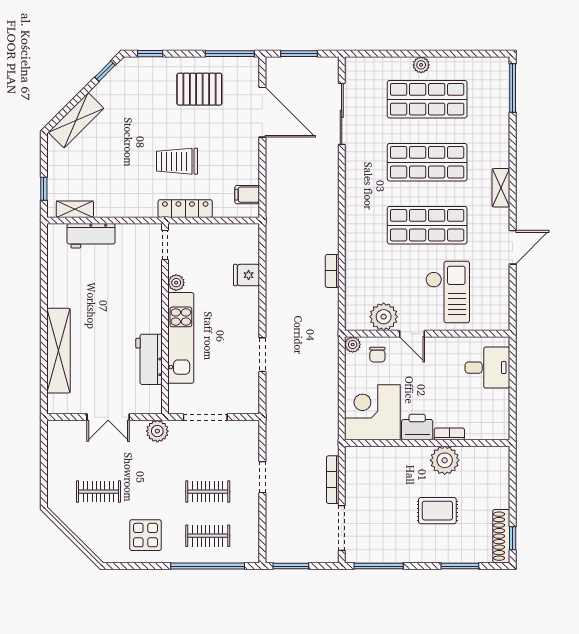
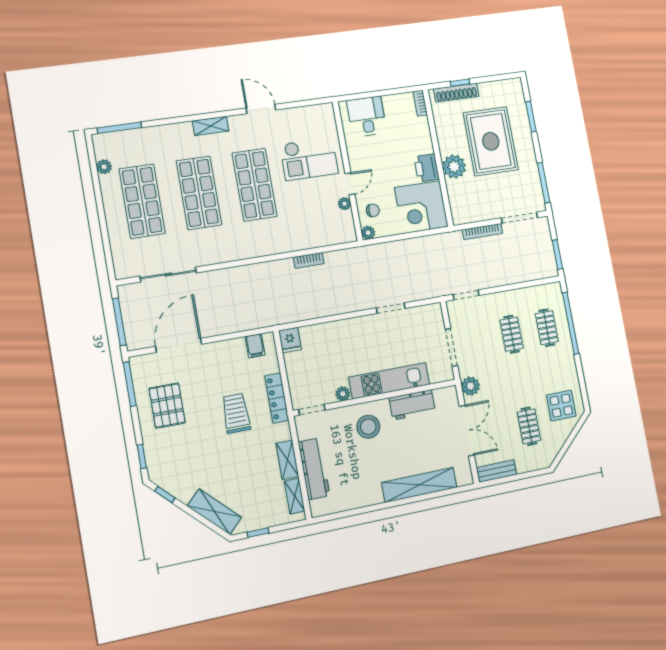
window: (299, 54) -> (119, 322), width x1.44
plant: (421, 65) -> (104, 167), moved
trolley: (177, 161) -> (236, 413), turned 180
window: (44, 189) -> (258, 533), moved
shelving: (116, 208) -> (287, 460), added
workbench: (91, 236) -> (314, 469), width x1.38
fridge: (246, 275) -> (290, 340), moved
checkout: (448, 292) -> (309, 159), turned 180
stool: (134, 305) -> (368, 427), added
plant: (384, 317) -> (344, 204), width x0.53, depth x0.53
double door: (108, 417) -> (467, 430), width x1.37
bookcase: (449, 434) -> (420, 103), moved
bench: (56, 443) -> (496, 471), added
plant: (445, 460) -> (454, 167), moved
doorway: (262, 477) -> (466, 295), moved
rug: (437, 511) -> (491, 141), width x1.86, depth x2.06
display table: (145, 535) -> (561, 406), moved
shoe rack: (501, 536) -> (456, 93), moved
window: (513, 538) -> (460, 83), moved

